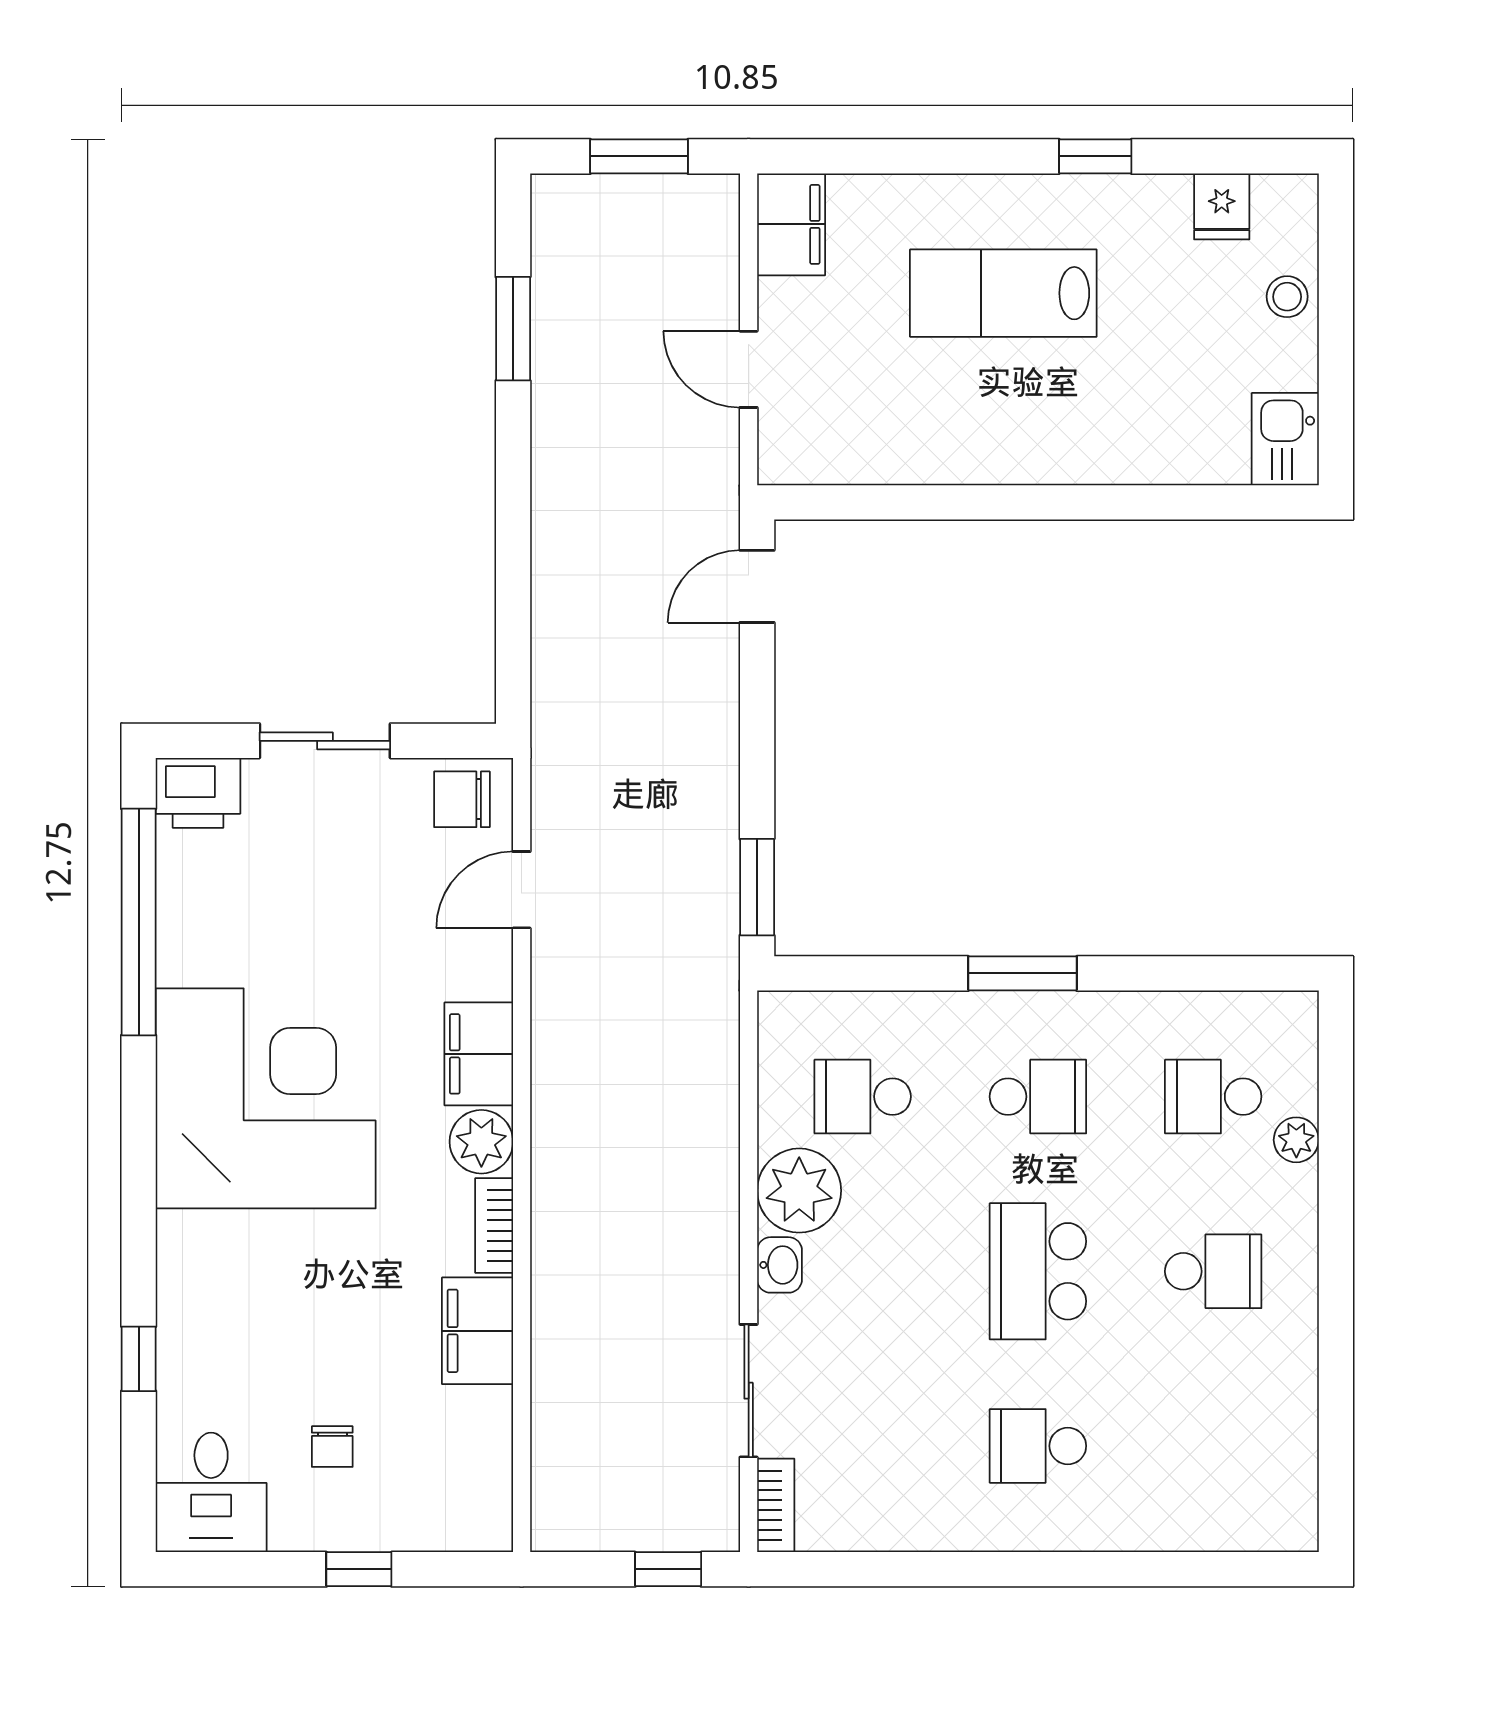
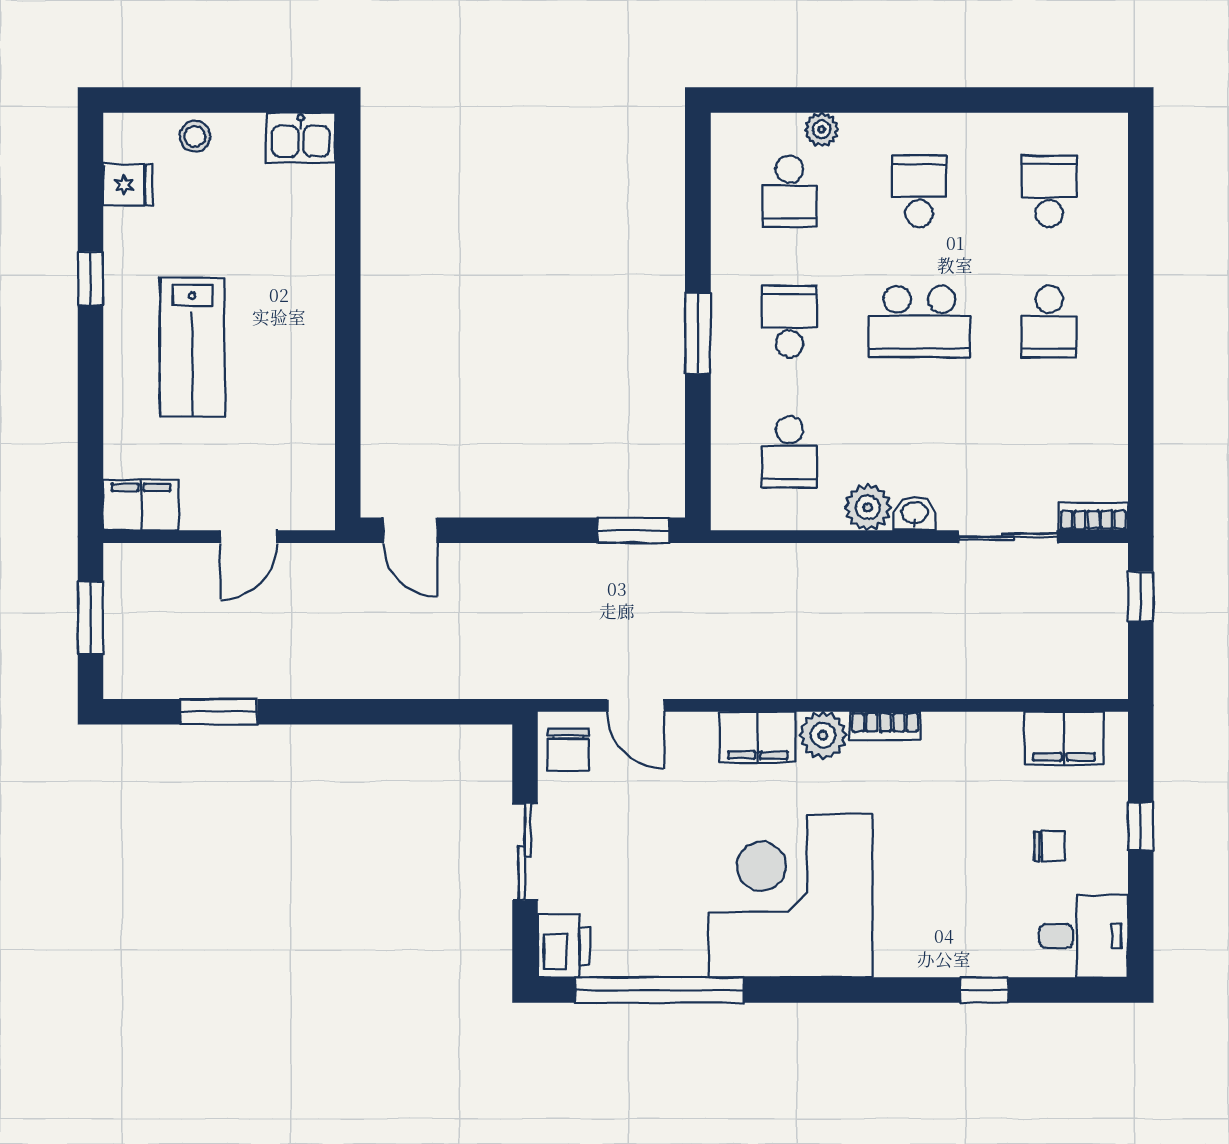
plant: (799, 1191) -> (868, 507), width x0.73, depth x0.73
filing cabinet: (478, 1331) -> (1064, 738), moved
school desk: (1213, 1446) -> (1049, 191), added

